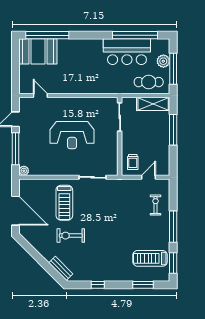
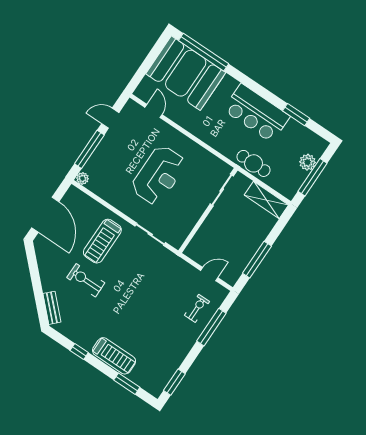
window: (135, 35) -> (296, 115), width x0.47
booth: (38, 51) -> (186, 73), width x1.36, depth x1.42
bar counter: (127, 52) -> (257, 113), moved
cafe table: (149, 82) -> (254, 163), moved
window: (173, 130) -> (257, 260), moved
reception desk: (72, 135) -> (159, 175), turned -90
trolley: (133, 162) -> (204, 247), removed
window: (173, 227) -> (211, 327), moved
treadmill: (150, 258) -> (114, 356), moved, turned 180

